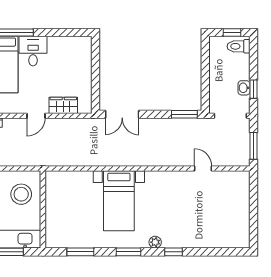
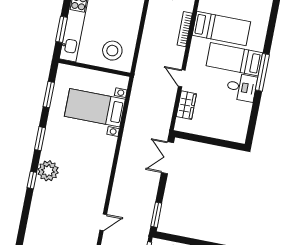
bed with nightstands: (119, 201) -> (95, 108), moved
plant: (155, 242) -> (48, 171), width x1.87, depth x1.87

